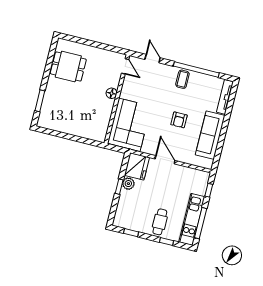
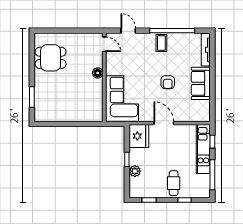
sofa: (210, 135) -> (201, 83), width x0.73
plant: (128, 184) -> (135, 171), moved
kitchen unit: (192, 219) -> (203, 149), moved

